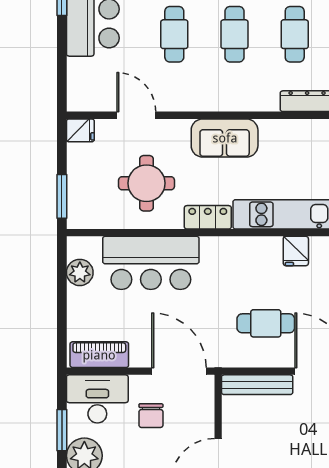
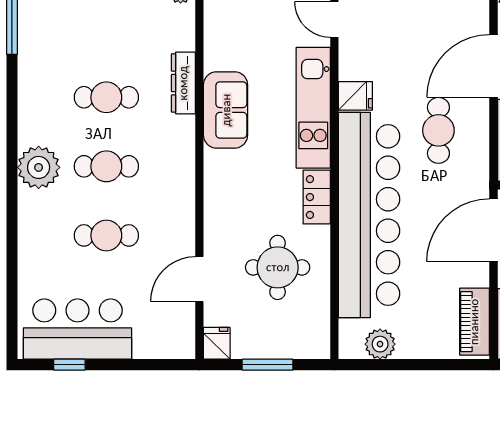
sofa: (225, 138) -> (226, 110), moved
window: (62, 196) -> (268, 365), moved
bar counter: (151, 263) -> (369, 215), width x1.86

